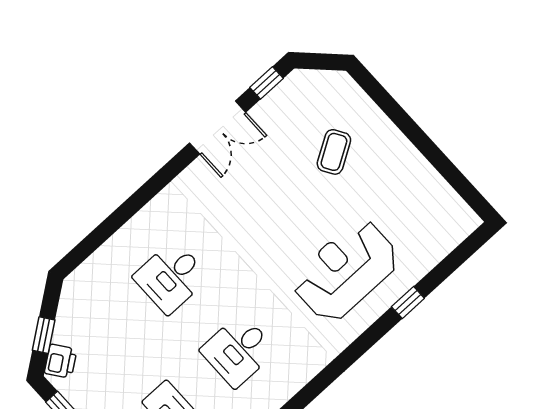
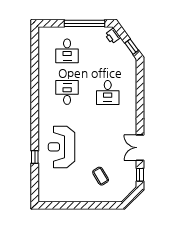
reception desk: (346, 271) -> (62, 147), turned 180
desk: (171, 277) -> (108, 92), turned 180
window: (44, 335) -> (132, 47), moved

